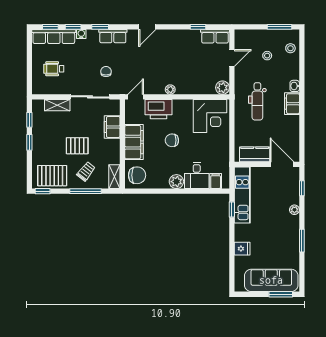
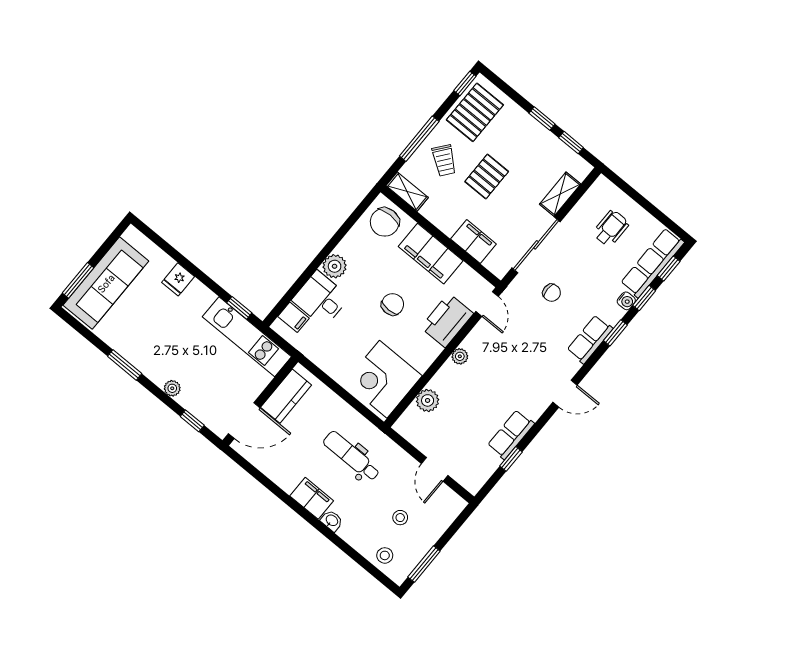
door: (147, 27) -> (565, 394), swing flipped
row of seats: (215, 36) -> (511, 435), moved
plant: (222, 88) -> (428, 400), moved

